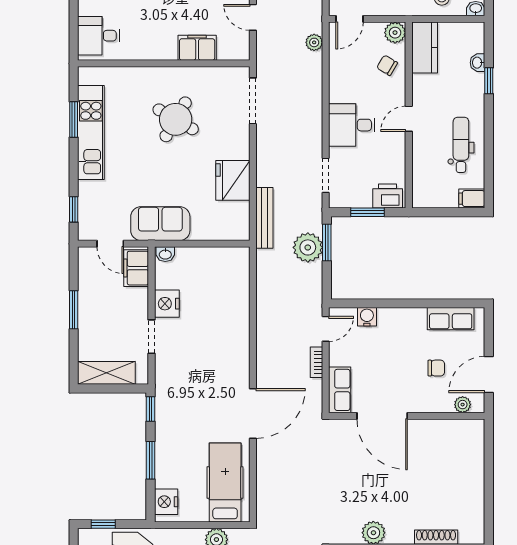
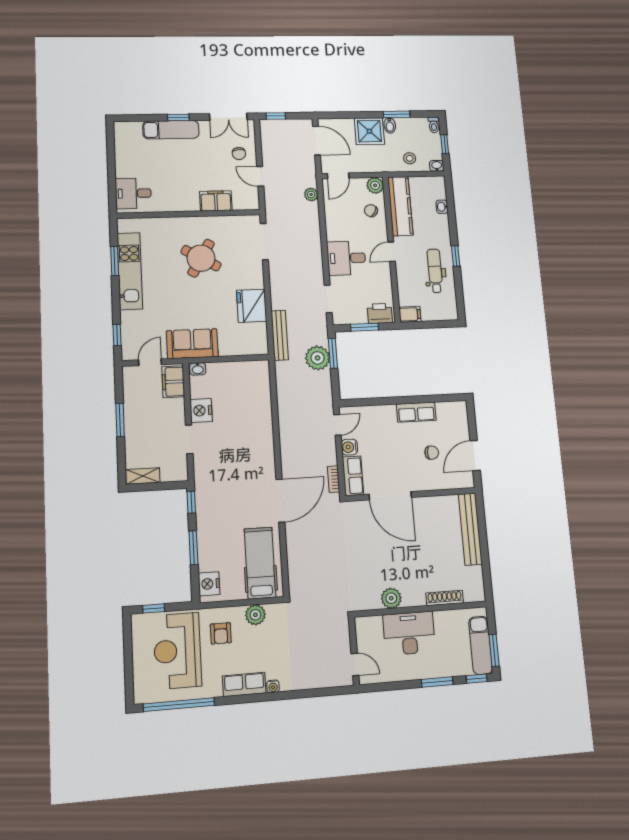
kitchen counter: (425, 48) -> (400, 206), width x1.50
window: (489, 81) -> (456, 256), moved
filing cabinet: (472, 199) -> (410, 314), moved, turned 180
door: (110, 244) -> (150, 362), swing flipped
water cooler: (367, 317) -> (349, 447), moved, turned -90
row of seats: (451, 319) -> (416, 412), moved
bookcase: (316, 362) -> (334, 479), moved
shelving: (106, 373) -> (143, 476), width x0.67, depth x0.75
plant: (463, 405) -> (456, 482), removed
bench: (474, 460) -> (470, 529), added

